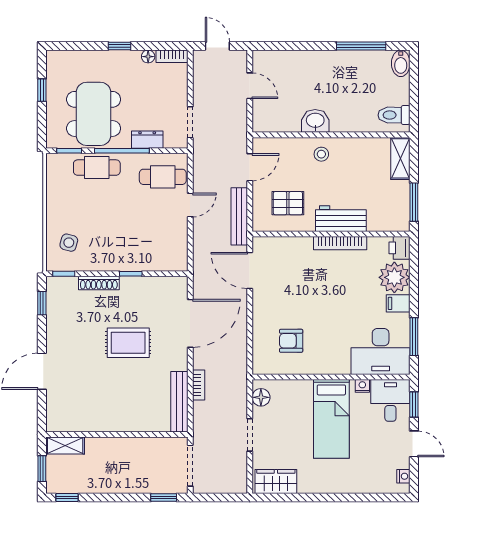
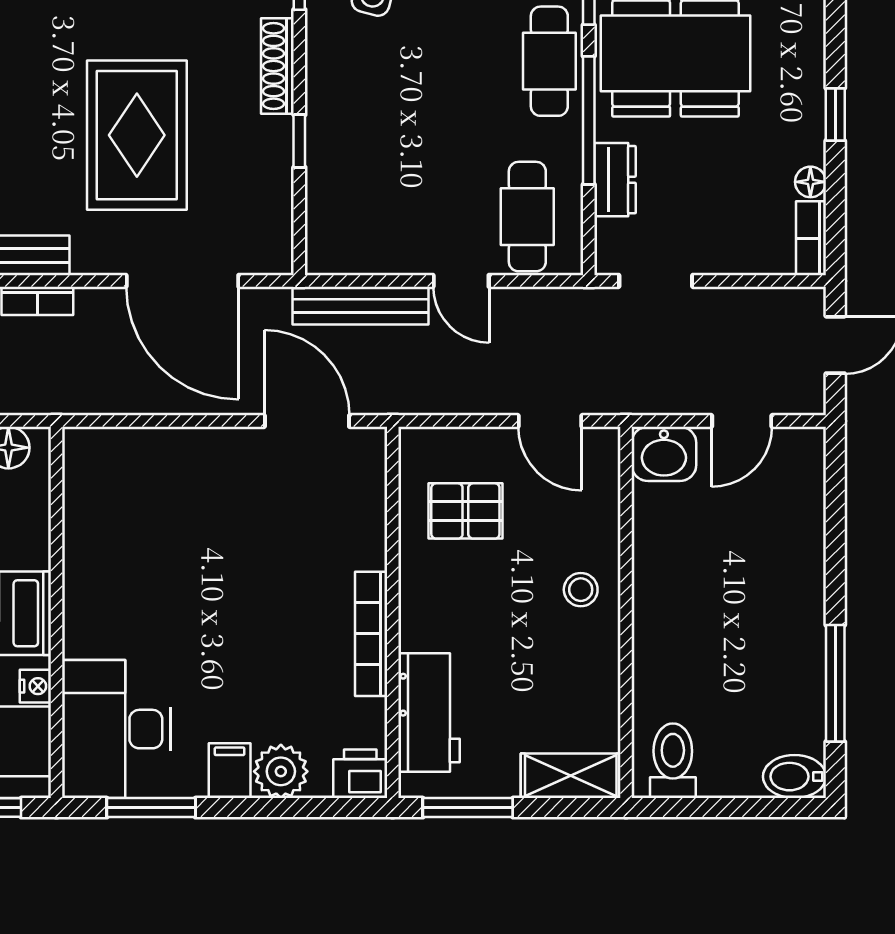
washbasin: (315, 121) -> (664, 454), moved, turned 90
pallet: (288, 203) -> (465, 511), turned 90
bench: (239, 216) -> (361, 306), moved
workbench: (341, 219) -> (429, 712), moved
door: (250, 270) -> (307, 421), hinge flipped
plant: (394, 277) -> (281, 771), width x0.73, depth x0.73
armchair: (291, 341) -> (141, 518), removed
rug: (128, 343) -> (137, 135), width x1.36, depth x1.43

